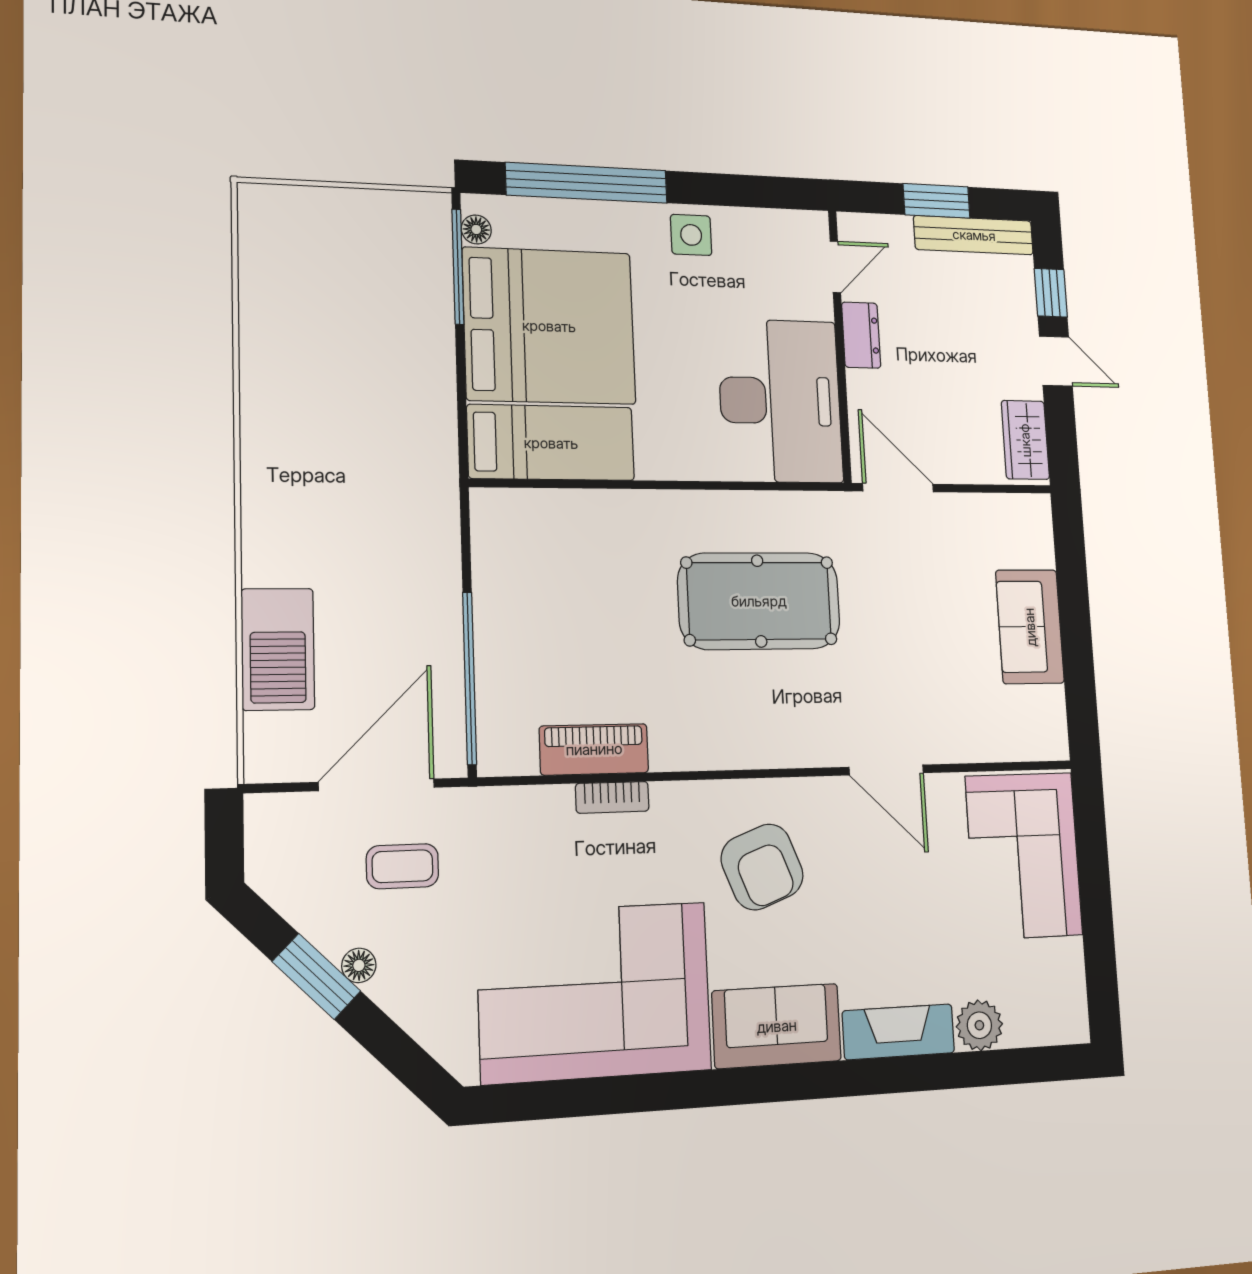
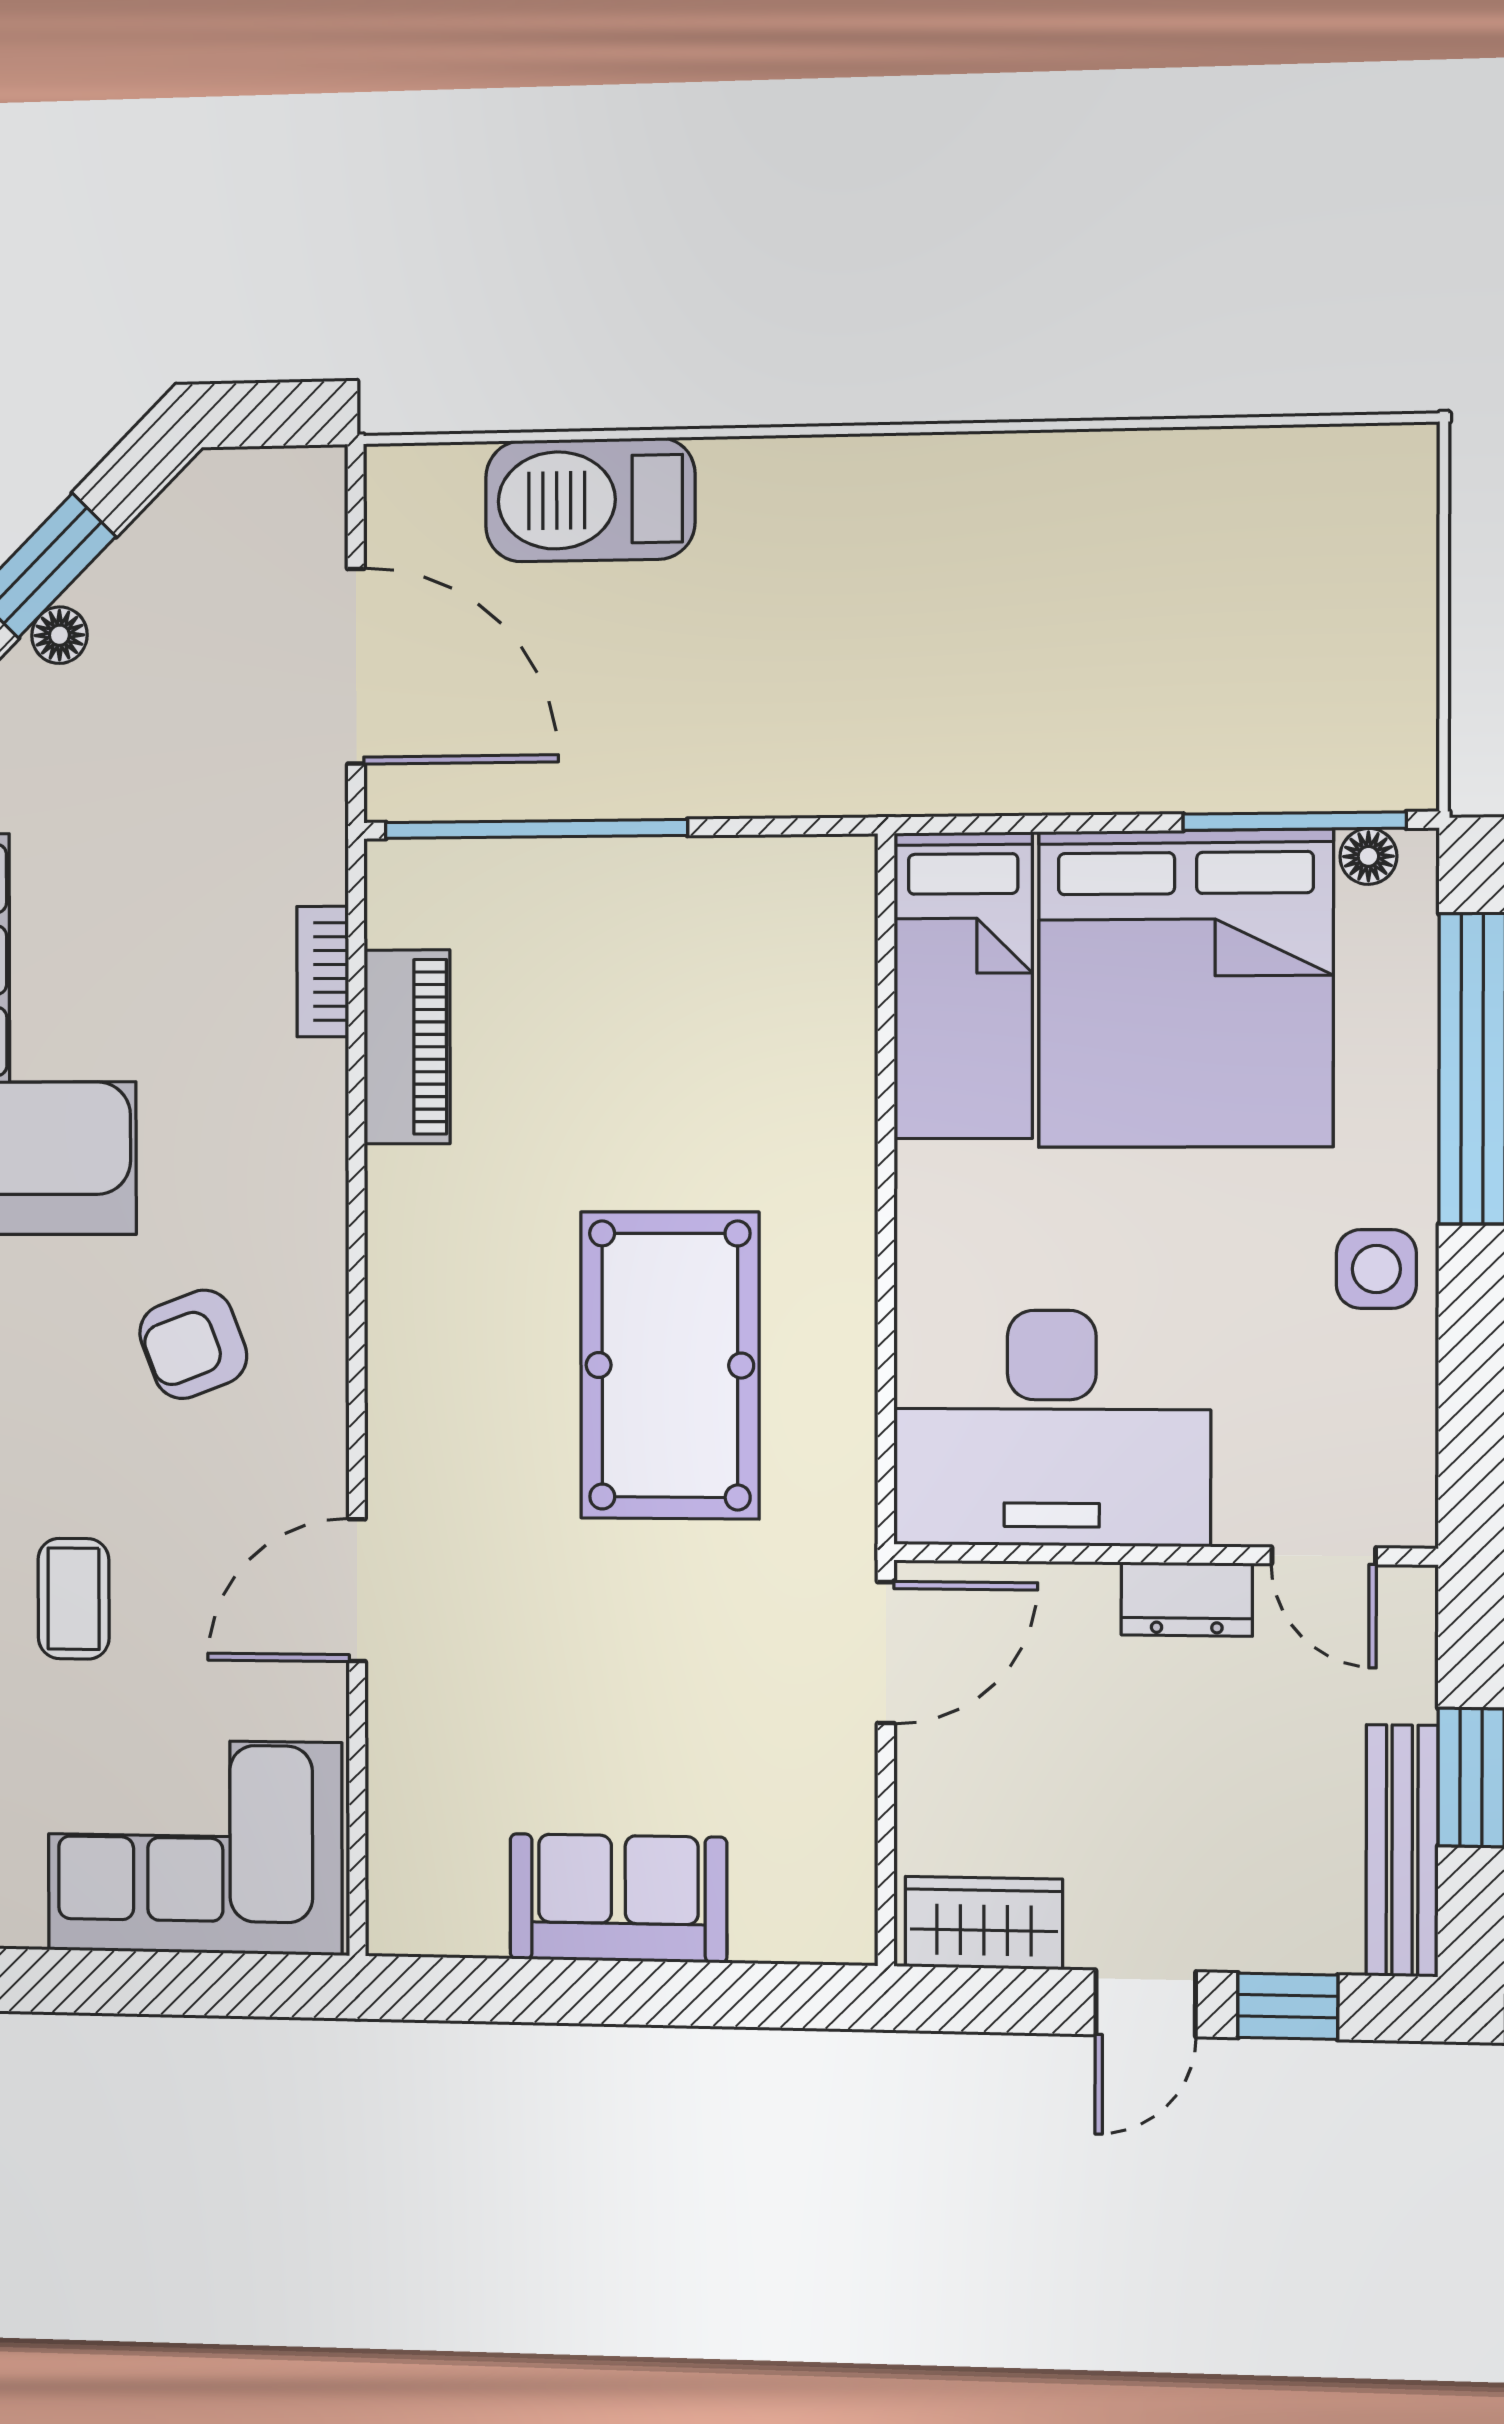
bookcase: (612, 797) -> (323, 972), moved
coffee table: (402, 866) -> (74, 1599), moved
armchair: (762, 867) -> (193, 1344), width x0.72, depth x0.72

